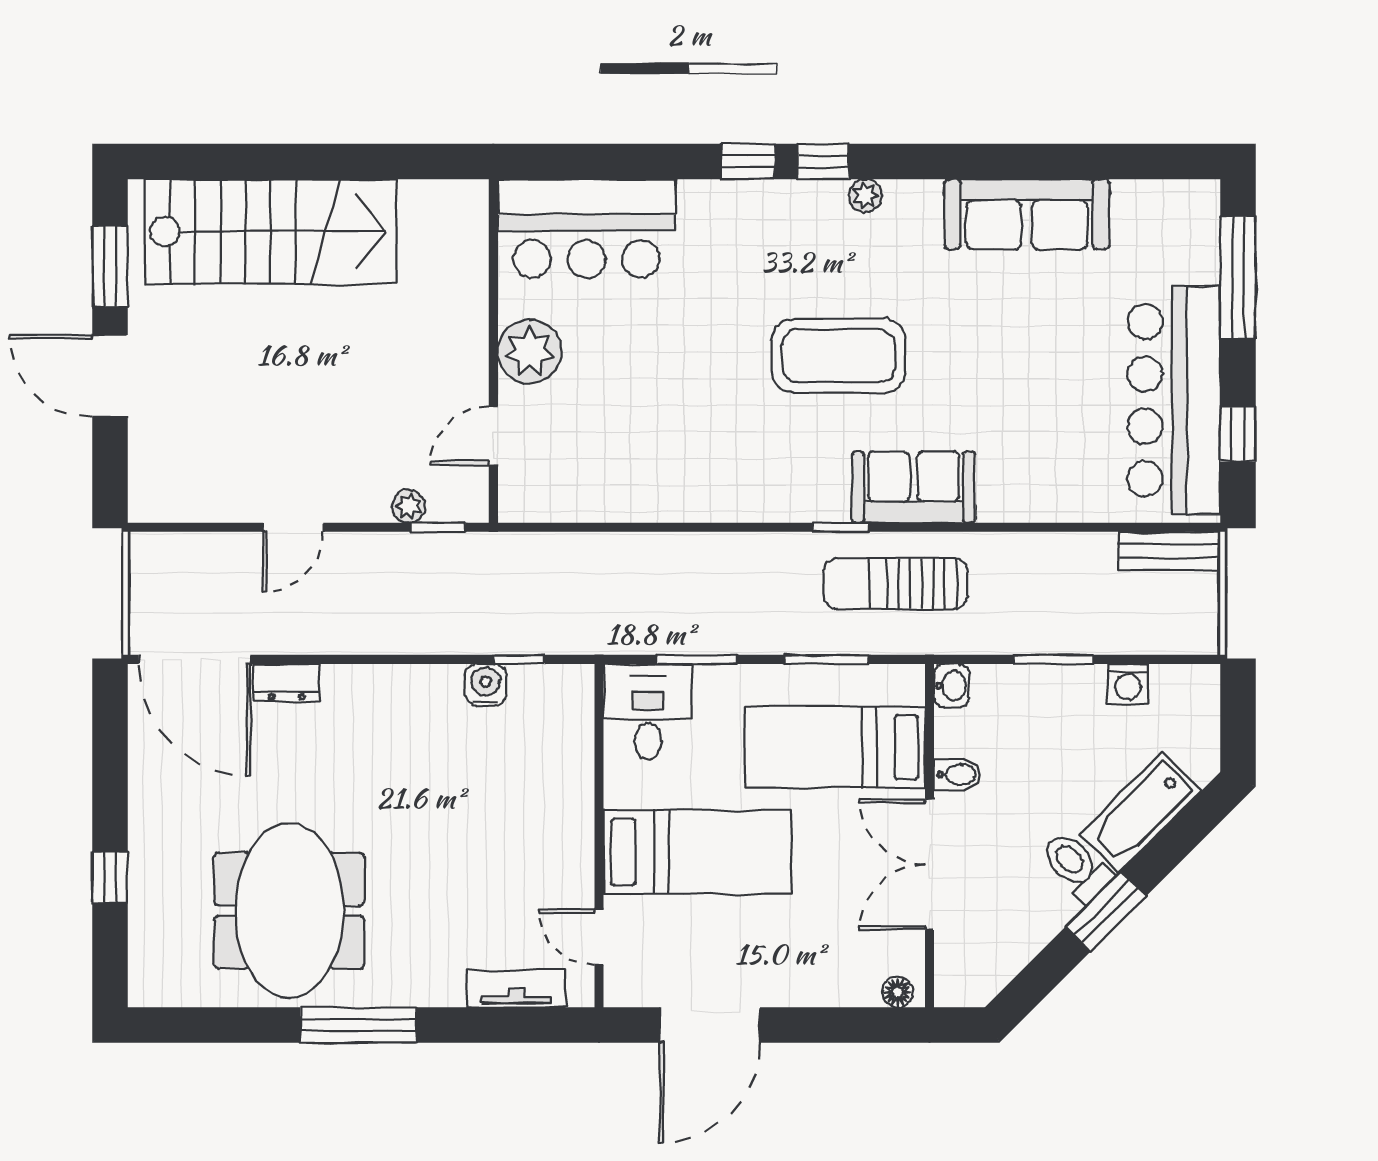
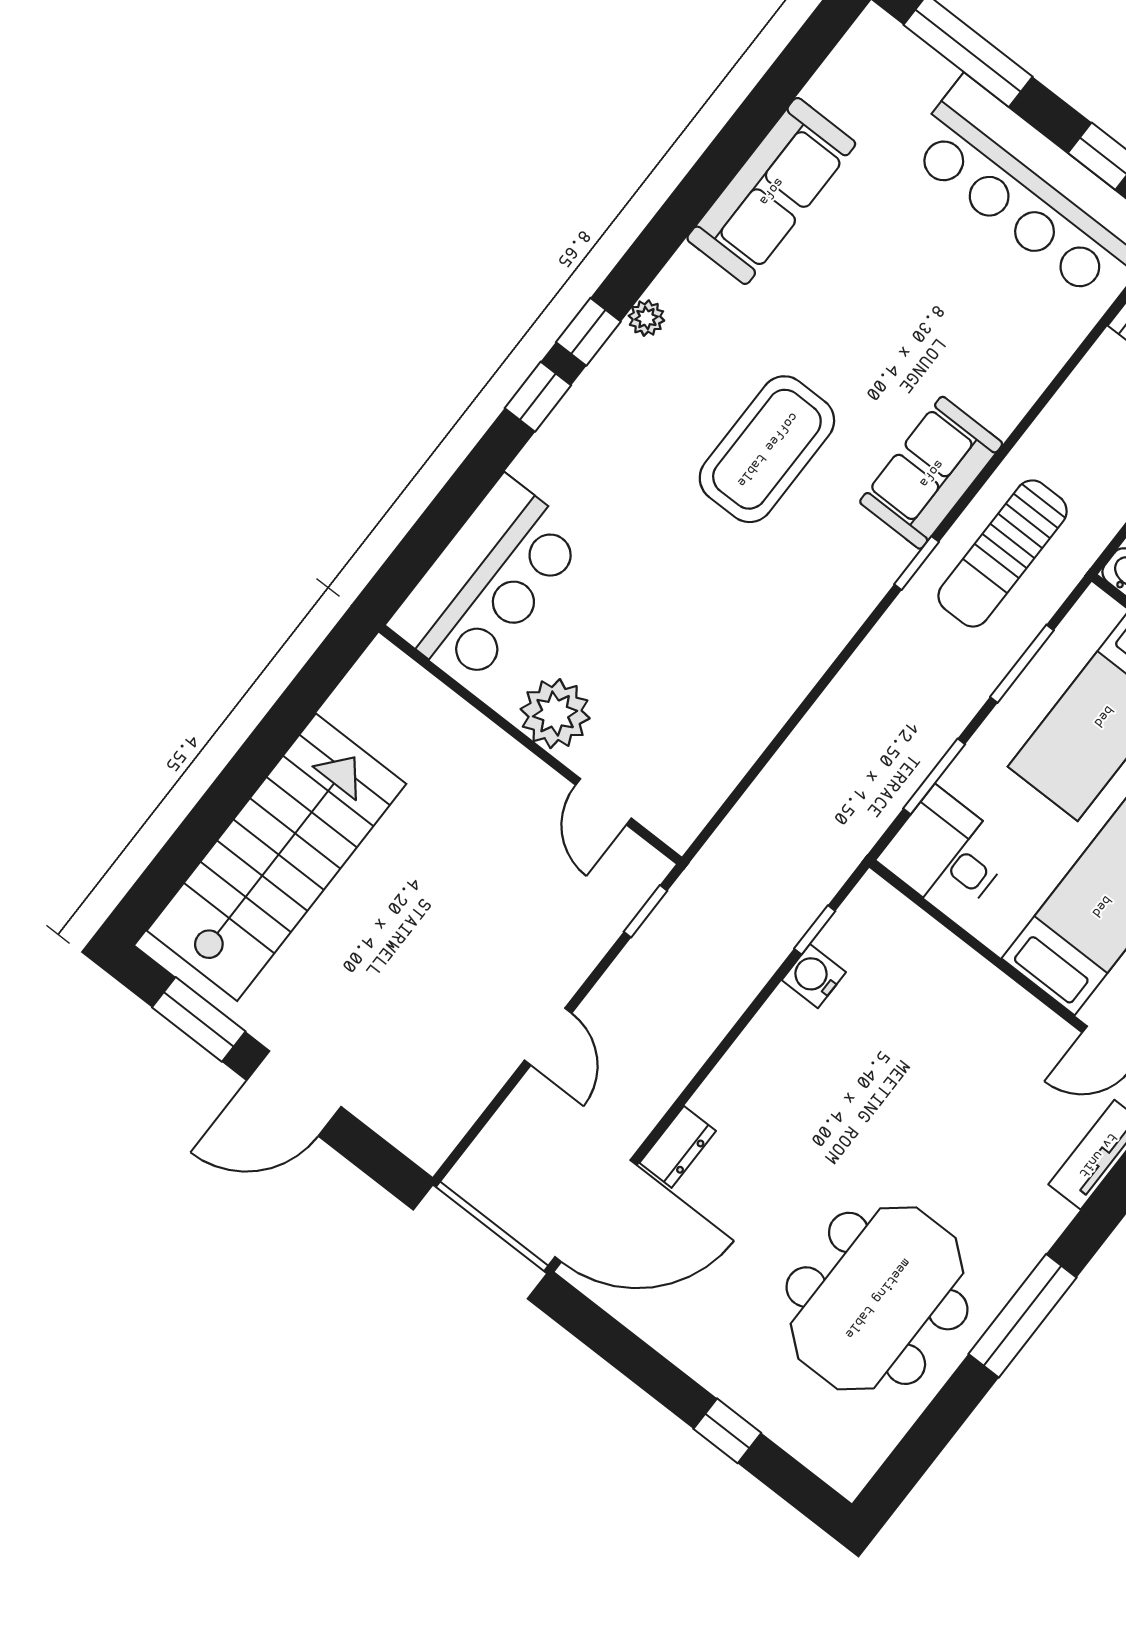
plant: (409, 506) -> (608, 923), removed
meeting table: (289, 911) -> (877, 1298), turned 90

